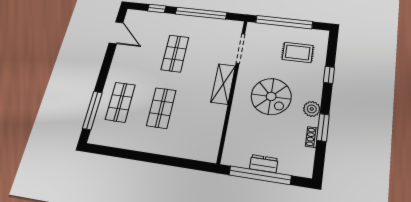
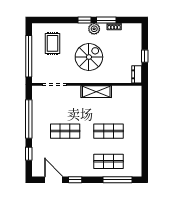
door: (116, 33) -> (54, 180), hinge flipped
window: (108, 58) -> (75, 180), added
window: (329, 75) -> (85, 20), moved
shelving: (223, 84) -> (96, 92), moved
dresser: (264, 164) -> (137, 74), moved
window: (260, 175) -> (145, 56), width x0.32

